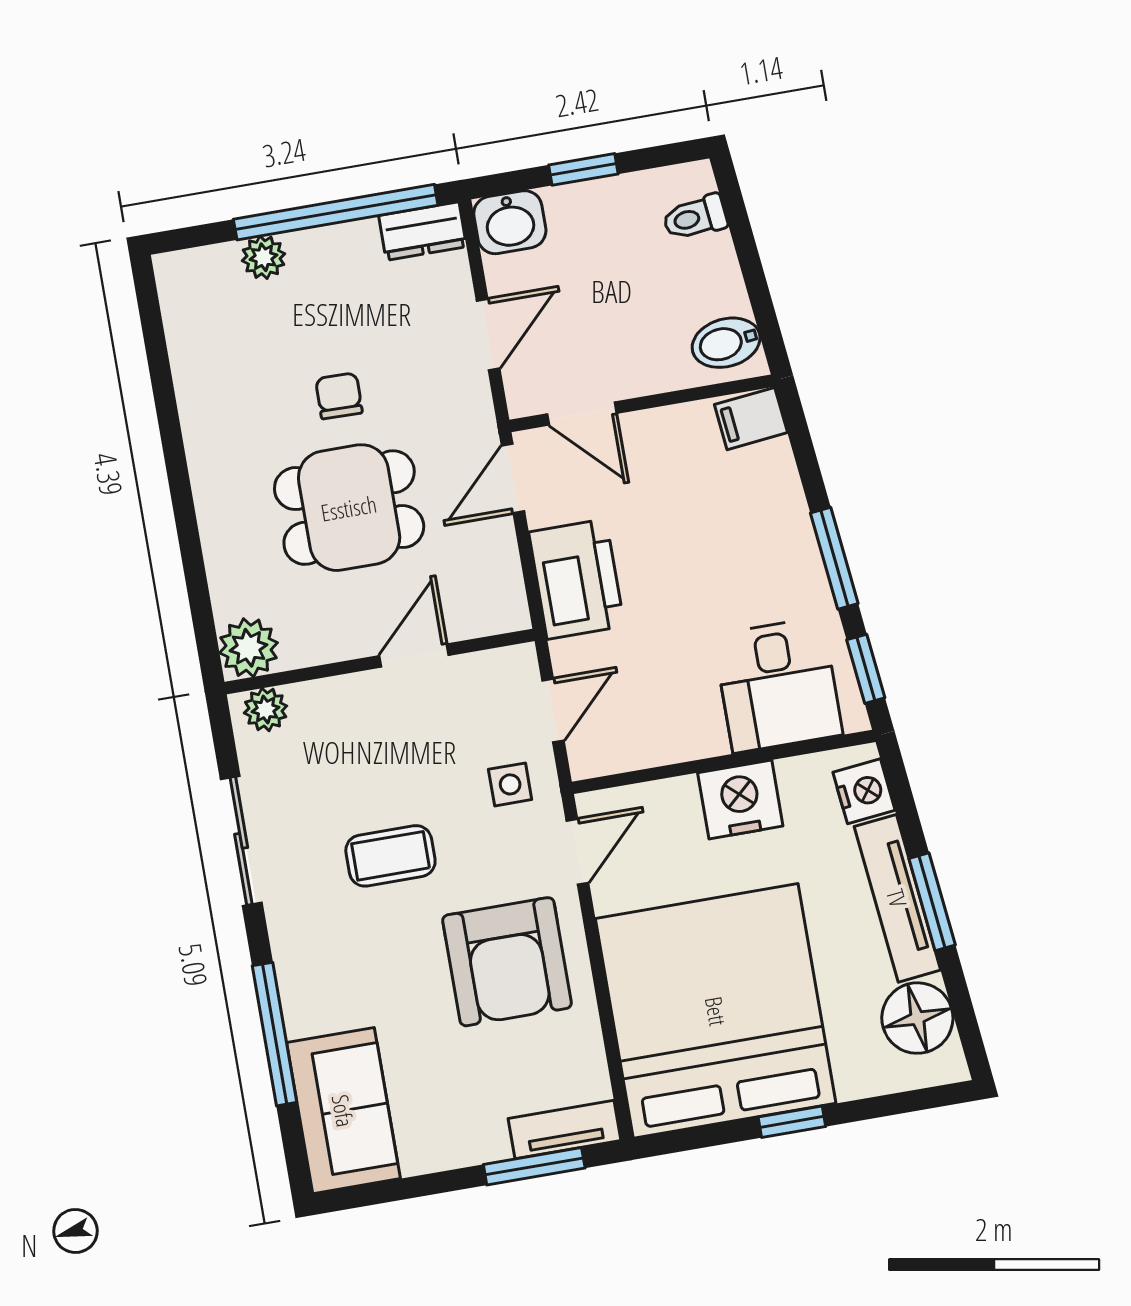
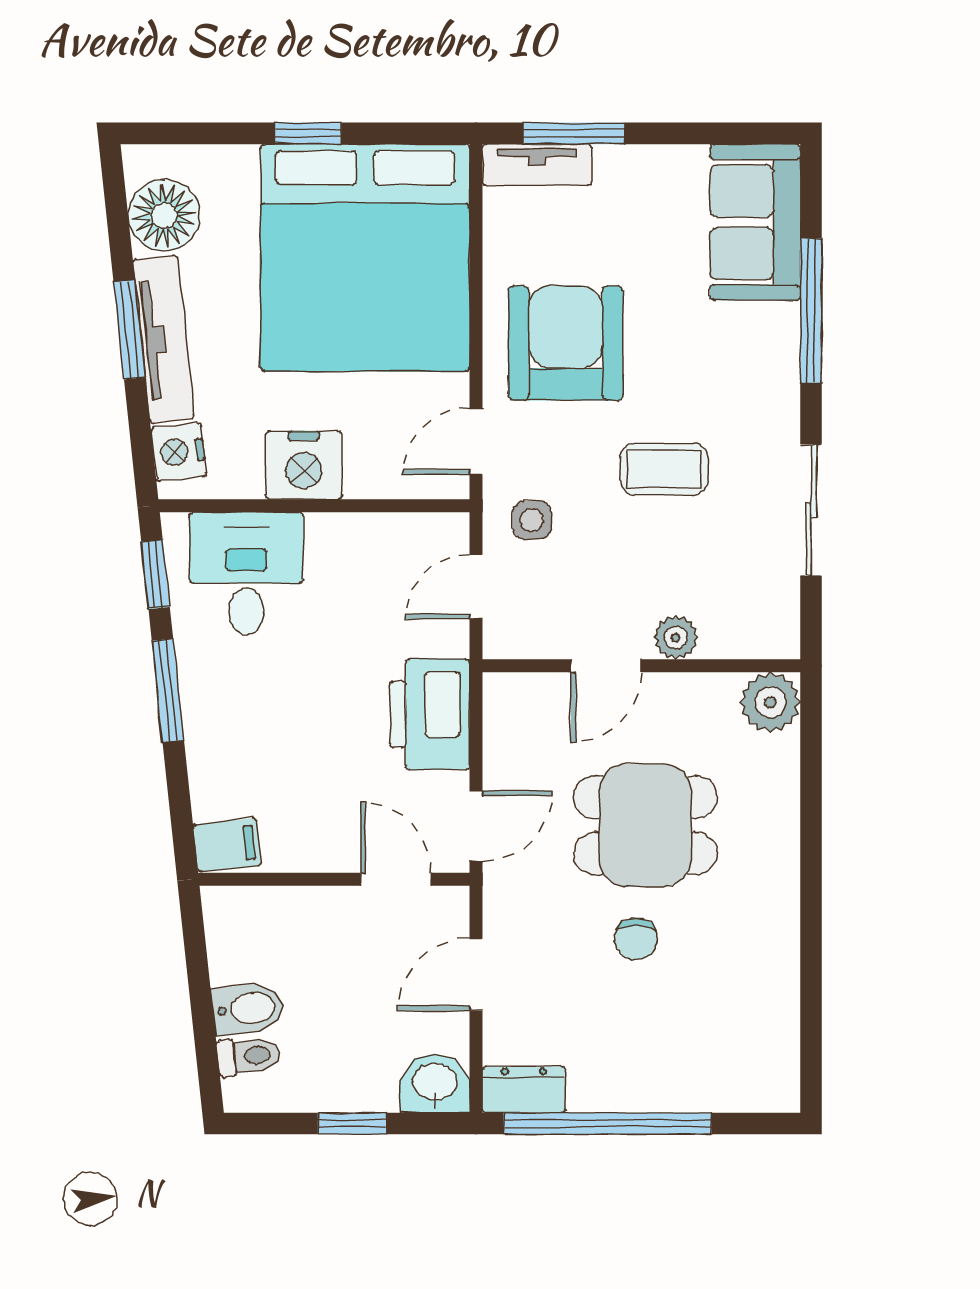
plant: (263, 257) -> (688, 1091), removed
bidet: (726, 343) -> (248, 1008), moved
plant: (266, 710) -> (676, 637), moved

